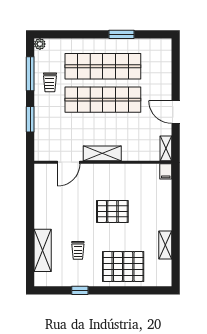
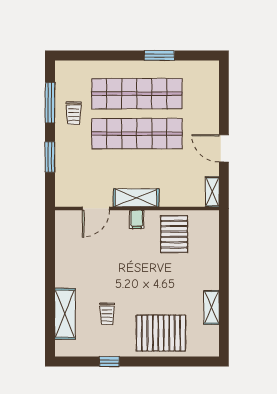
plant: (40, 44) -> (61, 67), removed
filing cabinet: (166, 171) -> (137, 219), moved
pallet: (112, 211) -> (174, 234), moved, turned 90

